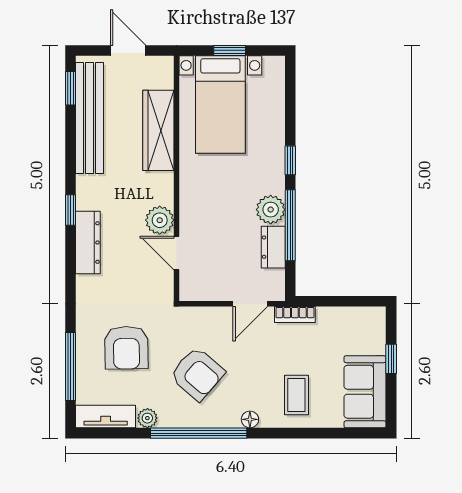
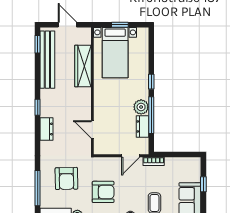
plant: (160, 220) -> (84, 113), removed
dresser: (88, 243) -> (47, 129), width x0.70
armchair: (197, 374) -> (103, 192), turned -41

